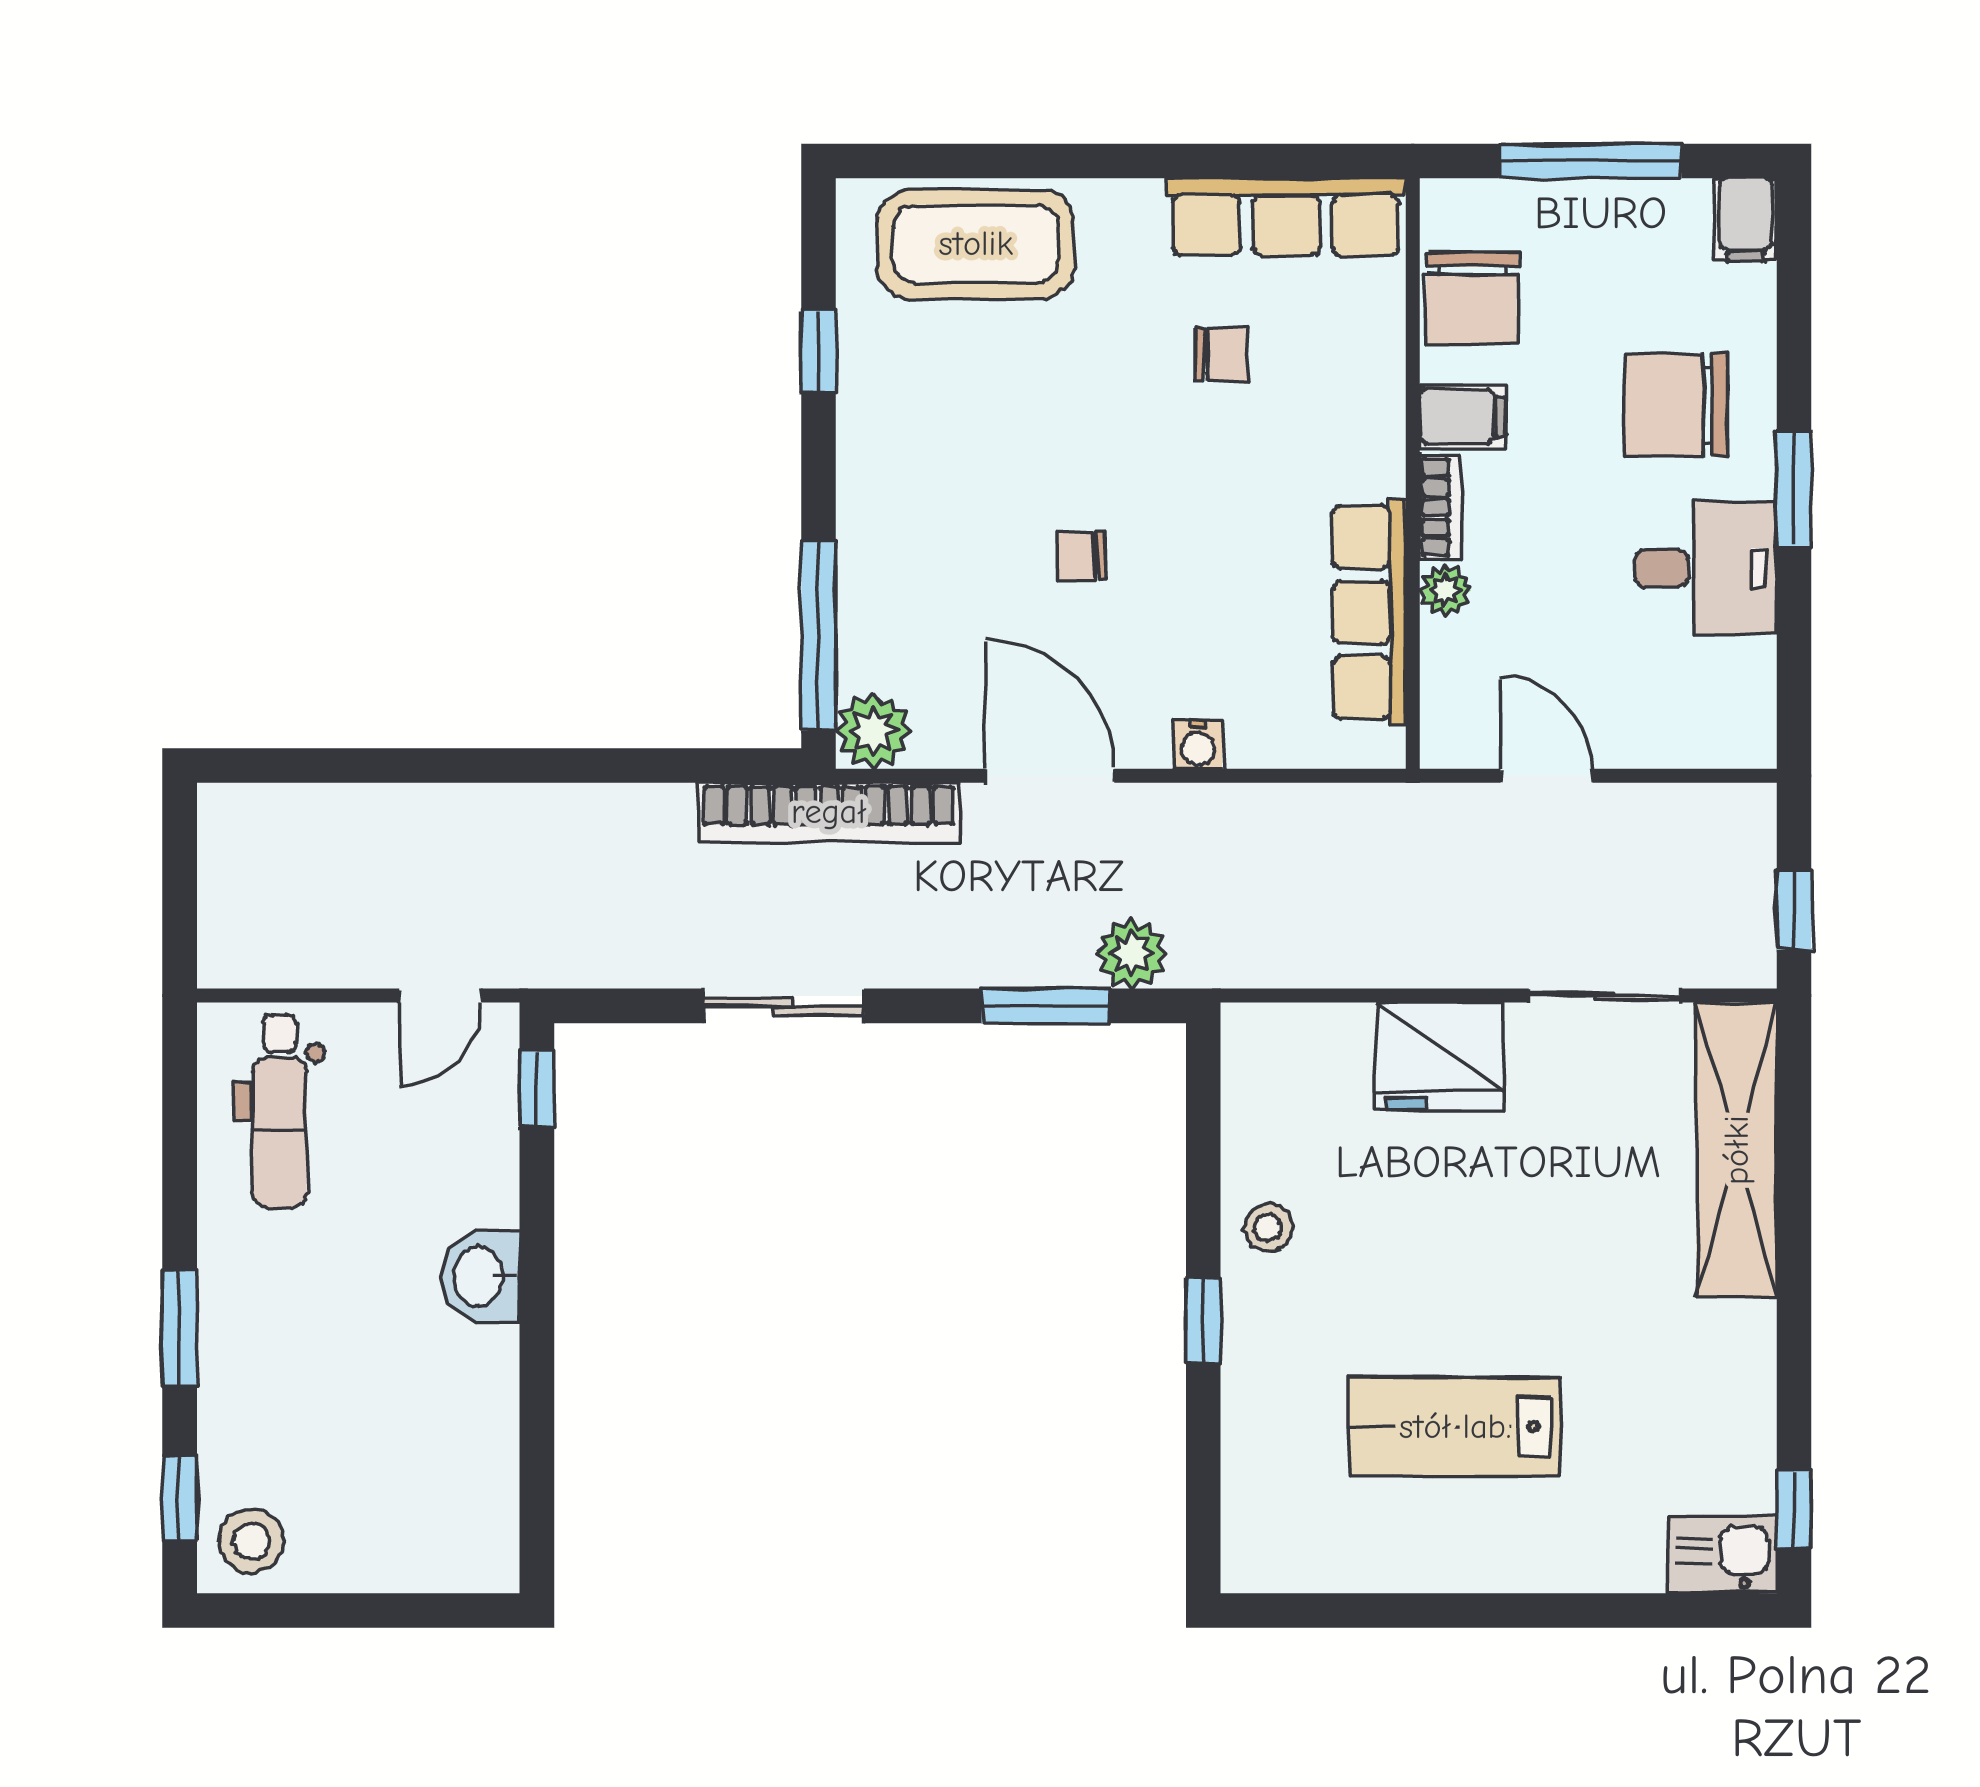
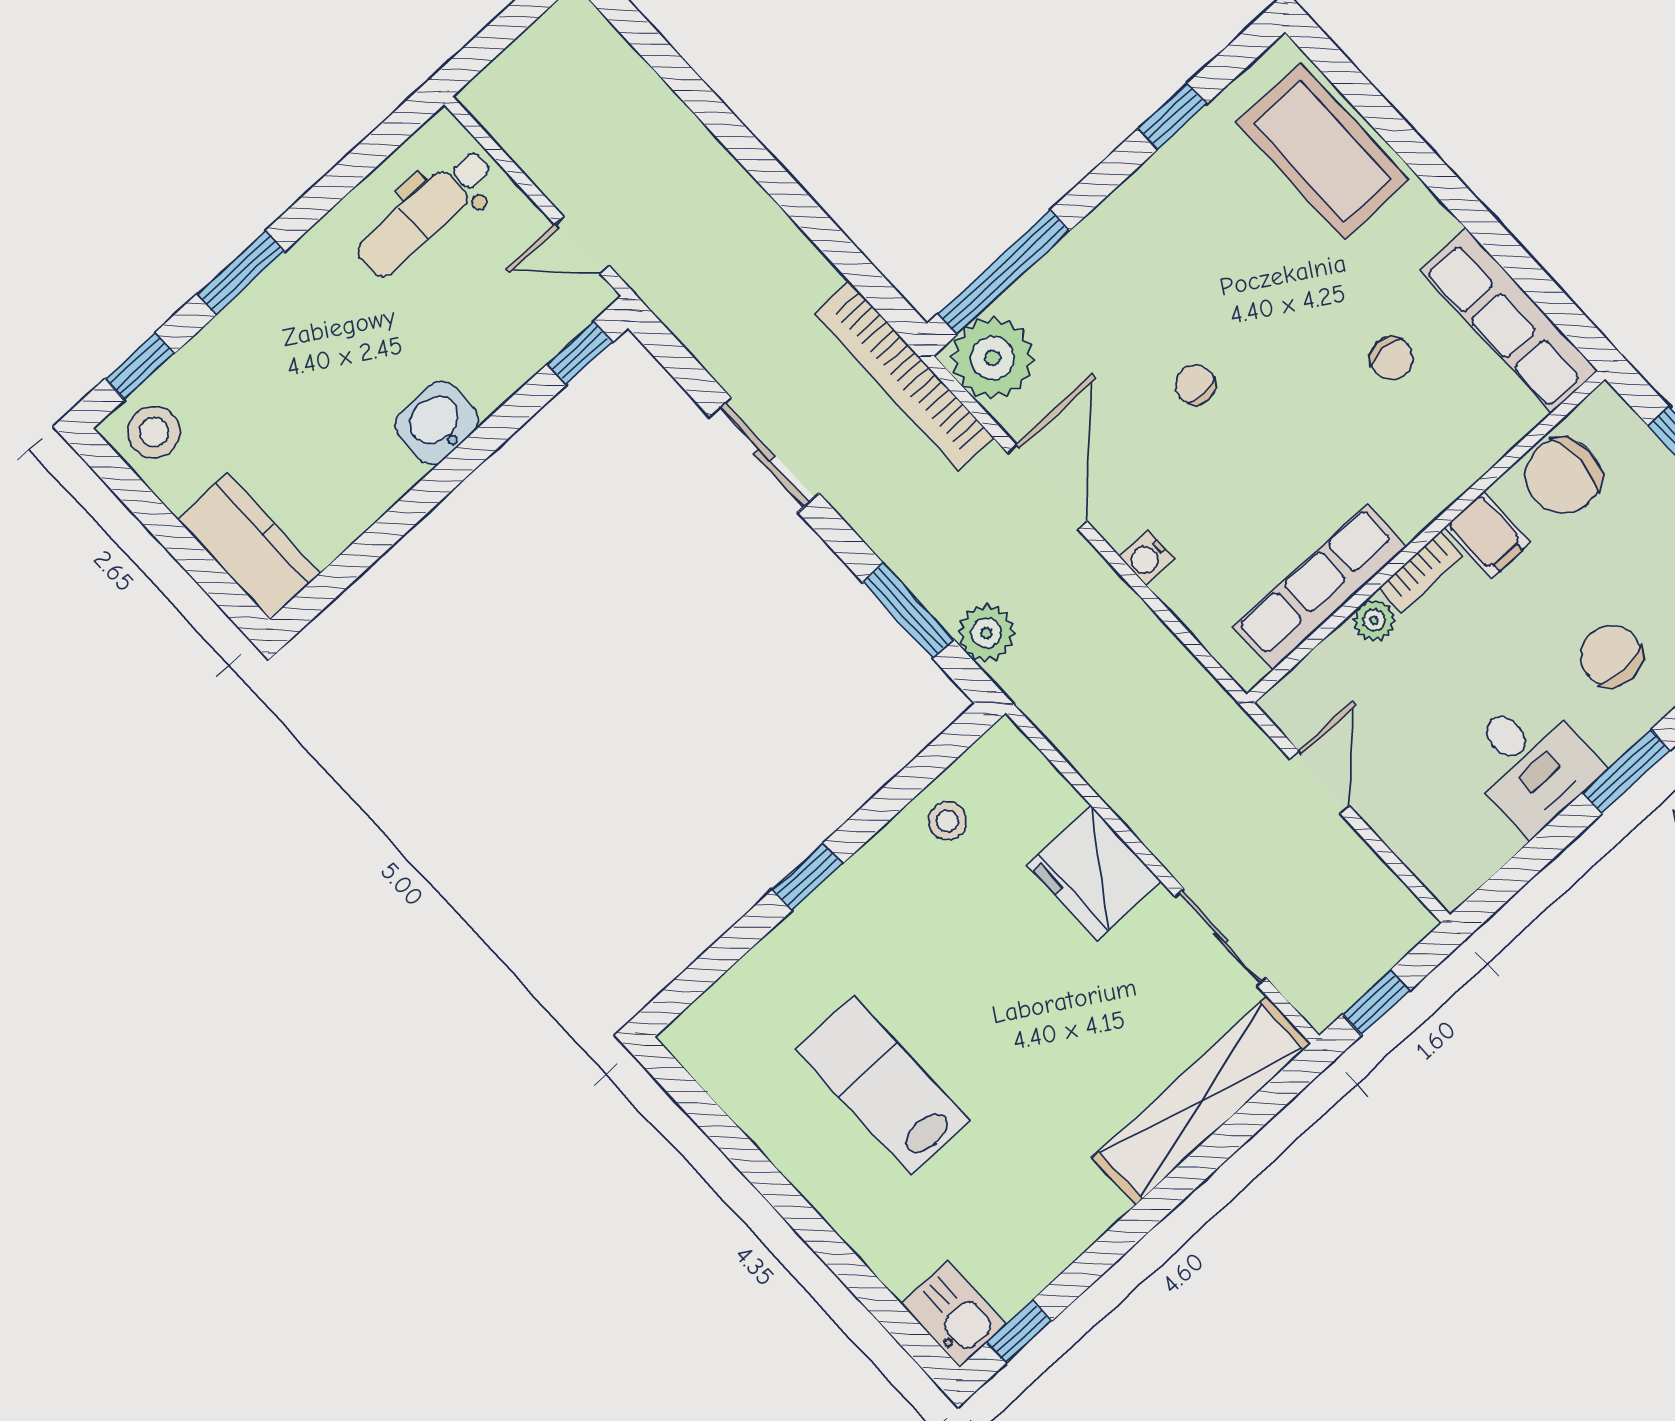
chair: (1676, 405) -> (1611, 656), width x0.73, depth x0.73
plant: (873, 731) -> (993, 358), width x1.36, depth x1.36
stool: (1268, 1228) -> (948, 821), moved
kitchen counter: (435, 1551) -> (249, 547), added

